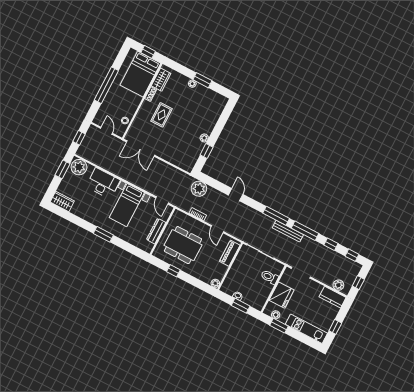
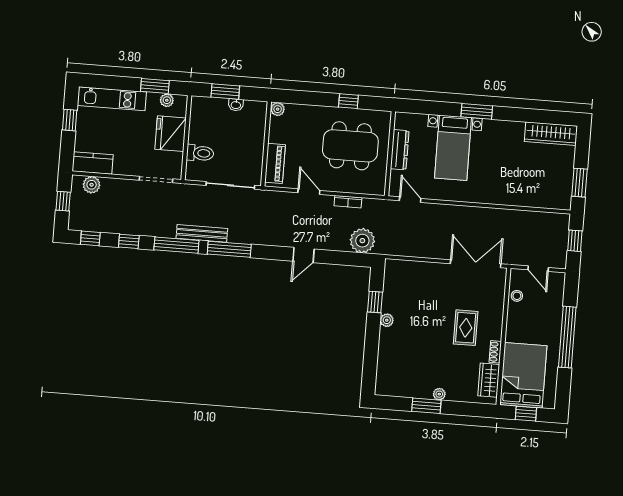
plant: (79, 167) -> (556, 197), removed
desk: (103, 183) -> (510, 188), removed
door: (236, 195) -> (303, 255), hinge flipped
wardrobe: (62, 201) -> (551, 134), width x1.50
bed with nightstands: (127, 205) -> (453, 148), moved, turned 180

